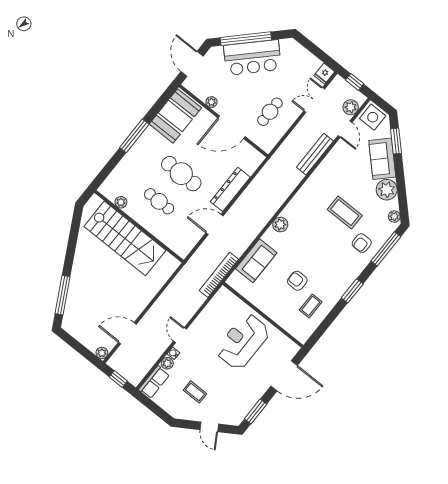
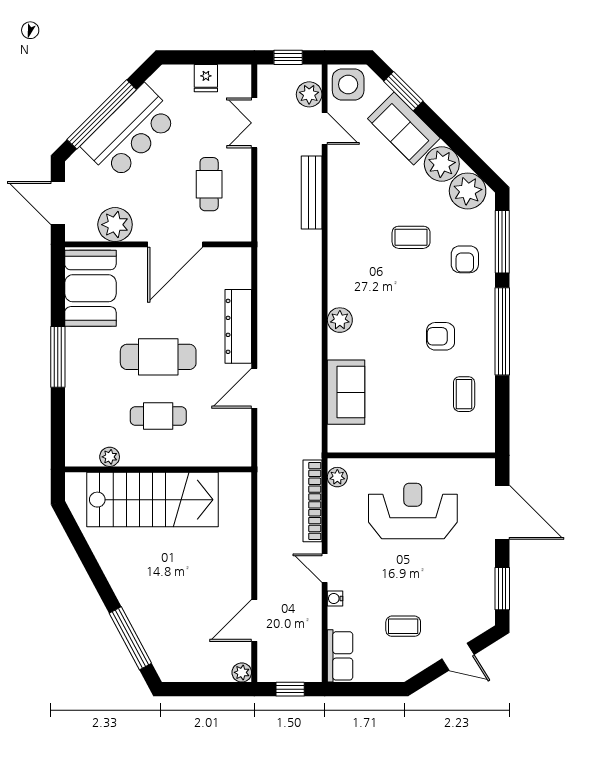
fridge: (324, 74) -> (206, 78), moved
plant: (211, 102) -> (115, 225), width x1.88, depth x1.88
coffee table: (345, 212) -> (411, 237), width x0.73, depth x0.77
plant: (394, 217) -> (468, 191), width x1.88, depth x1.88
bookcase: (219, 275) -> (312, 501), moved
armchair: (297, 281) -> (441, 336), moved
window: (352, 291) -> (502, 331), width x2.11
reception desk: (243, 341) -> (413, 511), turned 90
plant: (167, 363) -> (337, 477), moved
door: (284, 376) -> (502, 512), hinge flipped

